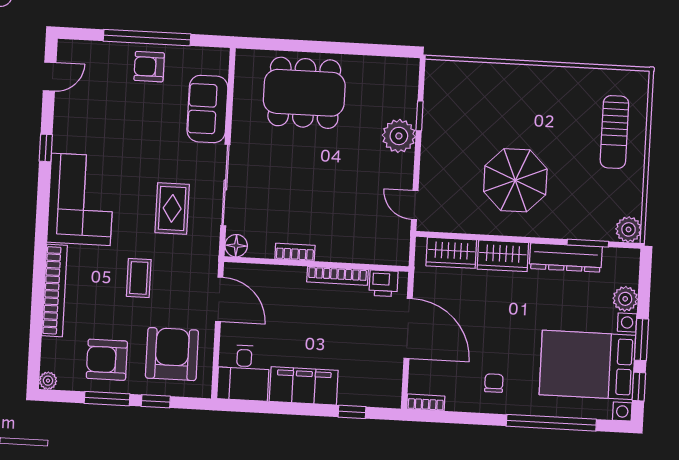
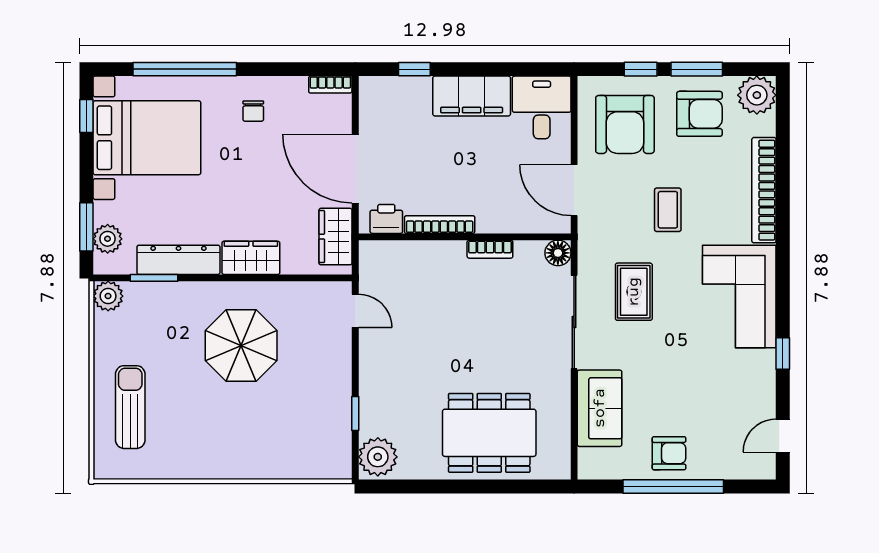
plant: (399, 136) -> (378, 457), moved
wardrobe: (451, 253) -> (335, 237), moved, turned -90
plant: (625, 299) -> (108, 239), moved
window: (641, 340) -> (86, 227), moved
plant: (48, 381) -> (757, 95), width x1.87, depth x1.87

